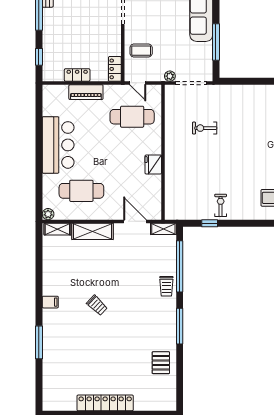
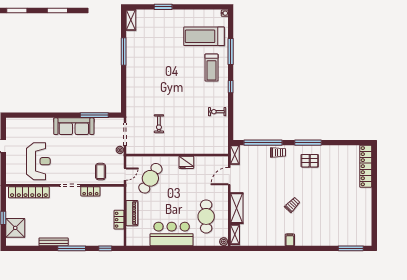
locker: (115, 69) -> (90, 191), moved
cafe table: (132, 117) -> (150, 178), turned 32
window: (210, 223) -> (231, 87), moved
window: (39, 342) -> (351, 248), moved
pallet: (161, 363) -> (310, 161), moved
locker: (105, 403) -> (366, 166), moved

